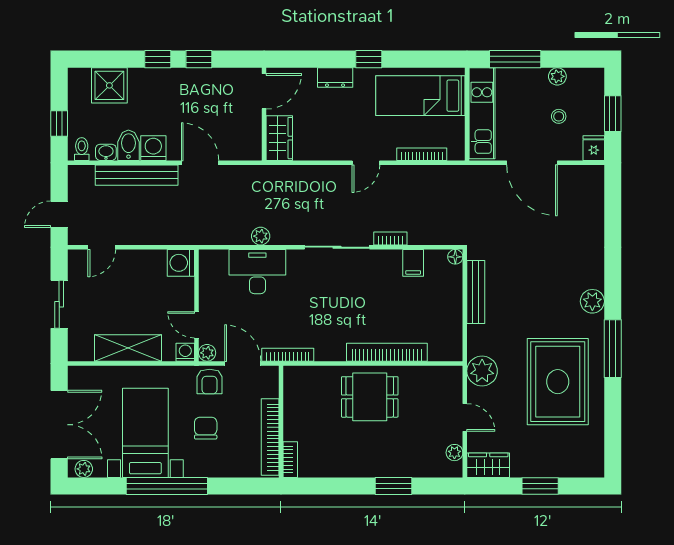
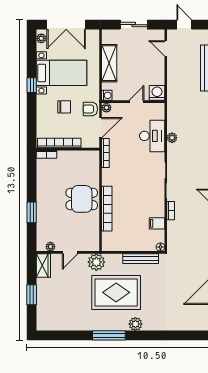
door: (196, 325) -> (137, 102), moved
rug: (558, 382) -> (116, 292), moved
dining table: (370, 397) -> (82, 199), turned 90
window: (167, 486) -> (32, 85), width x0.32

